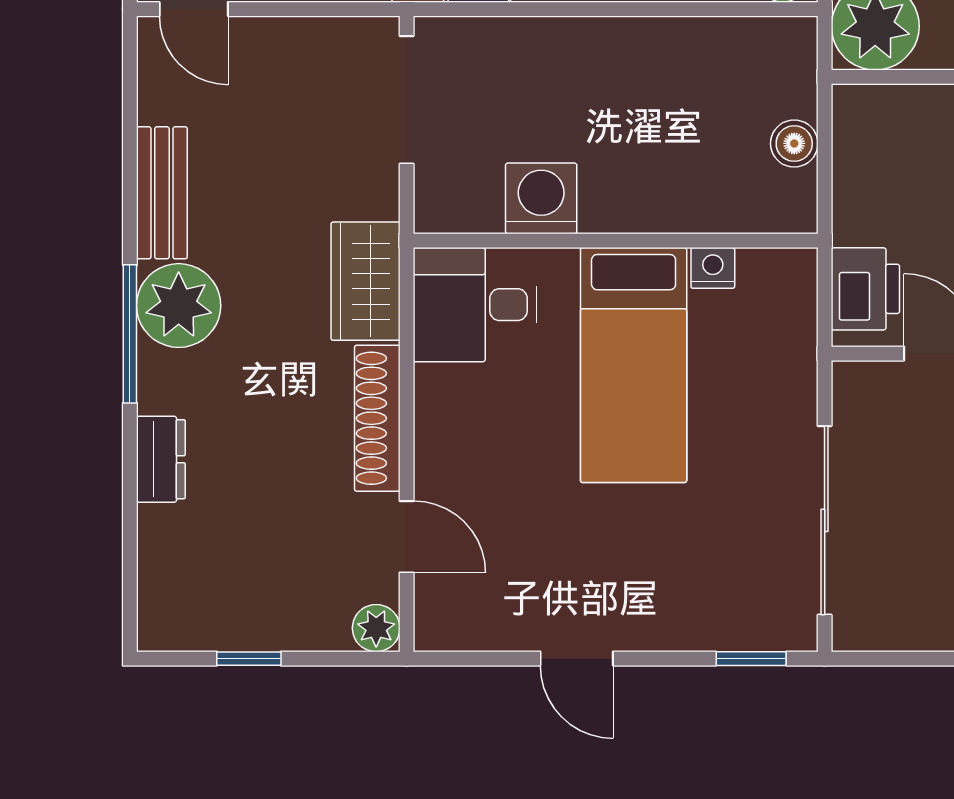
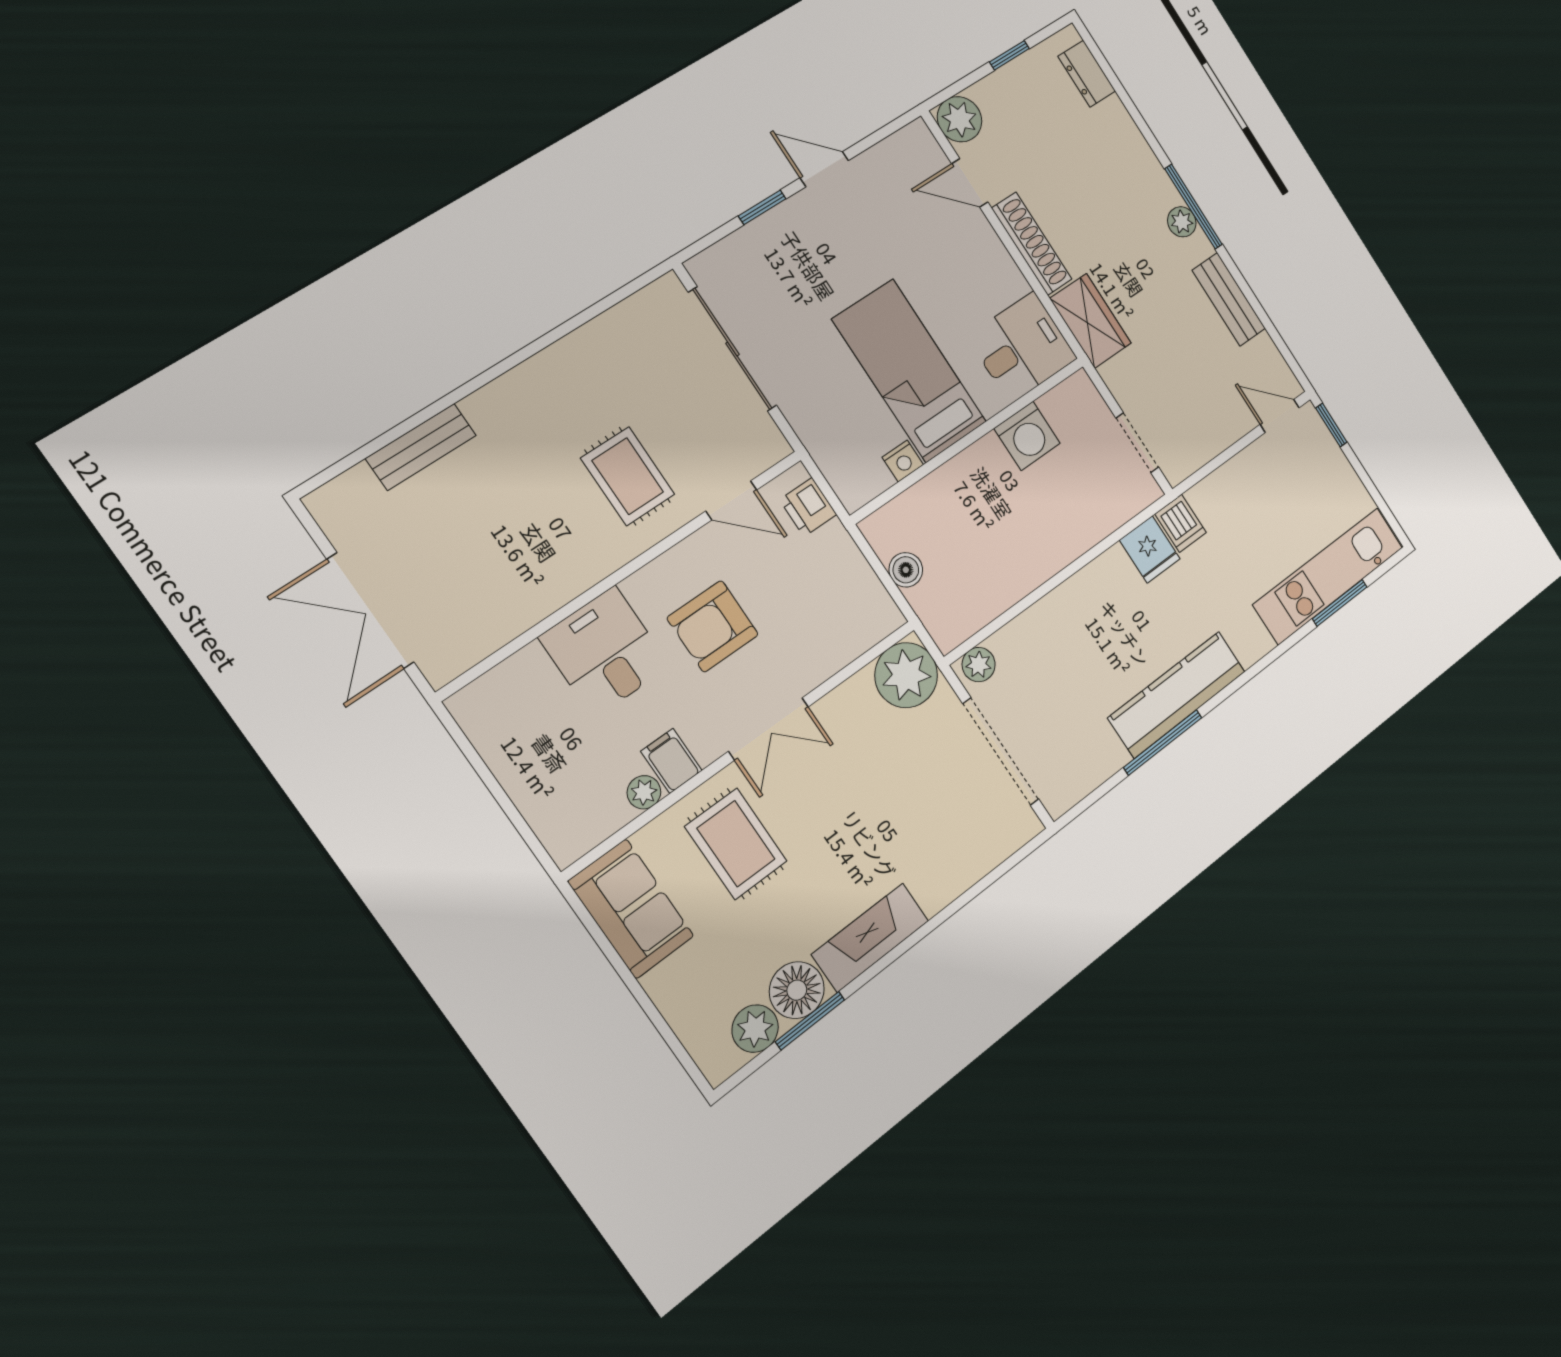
doorway: (407, 100) -> (1137, 443), width x0.73
printer: (865, 289) -> (808, 507), width x0.73, depth x0.81
plant: (179, 306) -> (1182, 222), width x0.53, depth x0.53
dresser: (161, 459) -> (1087, 74), moved
plant: (376, 628) -> (959, 119), width x1.38, depth x1.38
window: (751, 659) -> (762, 207), moved

